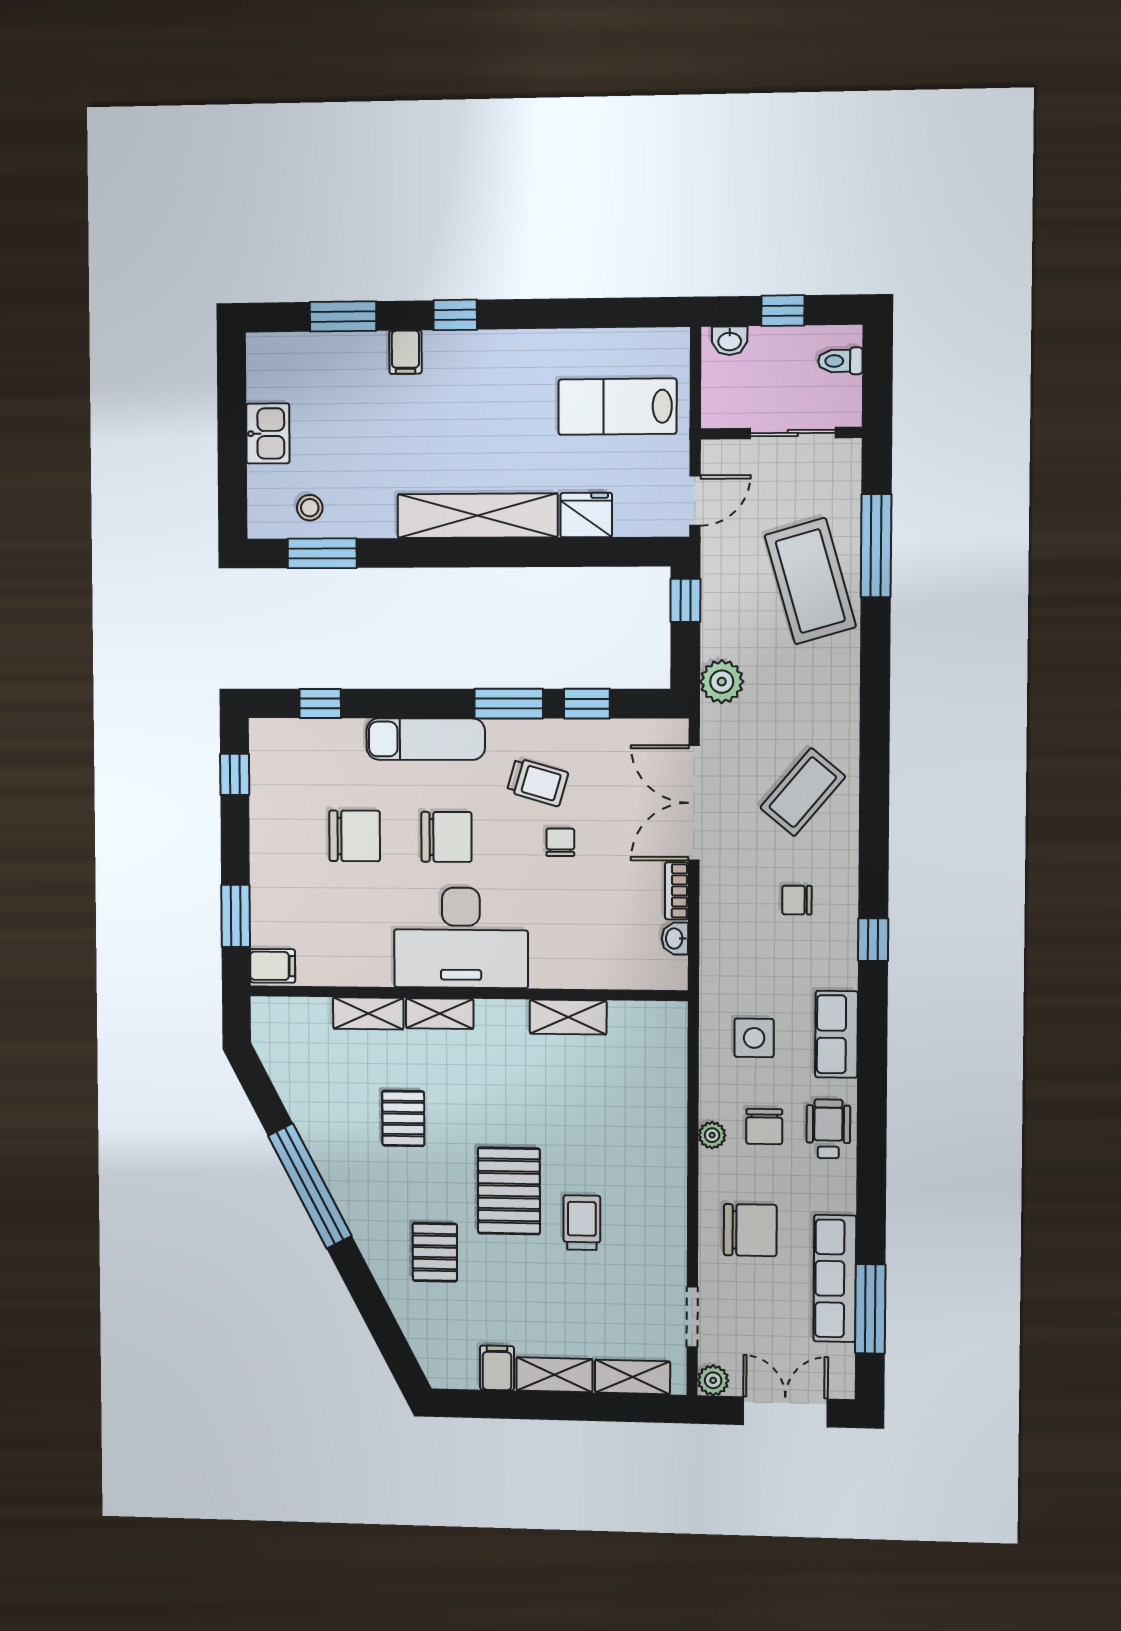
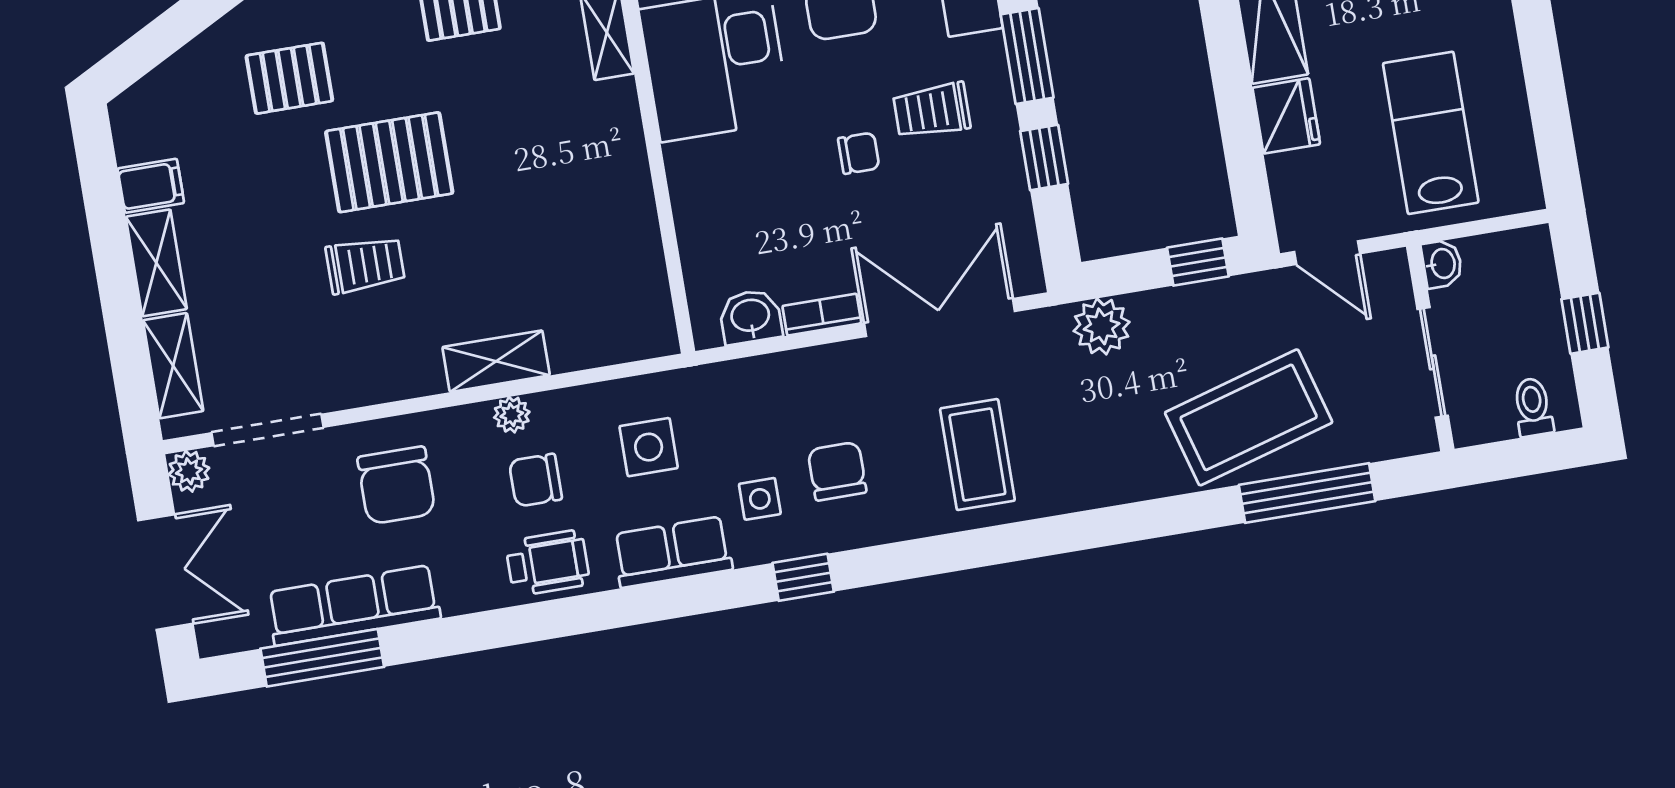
washbasin: (730, 341) -> (1442, 264), moved, turned 180
trolley: (538, 782) -> (932, 110), turned 74
coffee table: (803, 792) -> (977, 455), turned 50
chair: (797, 900) -> (837, 471), width x1.37, depth x1.37
washbasin: (675, 939) -> (750, 317), width x1.38, depth x1.45
side table: (808, 962) -> (760, 499), added
shelving: (568, 1017) -> (496, 361), moved, turned 90
doorway: (692, 1317) -> (268, 430), width x1.38

